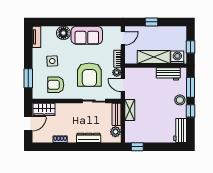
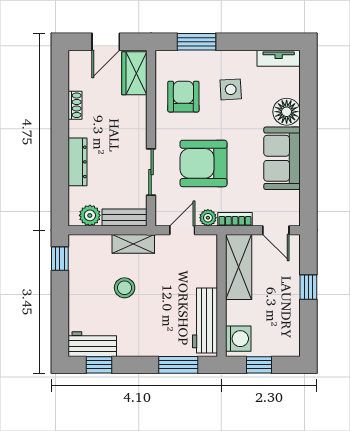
shelving: (154, 57) -> (239, 267), moved
workbench: (168, 74) -> (205, 321), width x1.37
stool: (180, 100) -> (125, 288), moved
window: (191, 111) -> (99, 365), moved
door: (28, 124) -> (106, 42), hinge flipped

